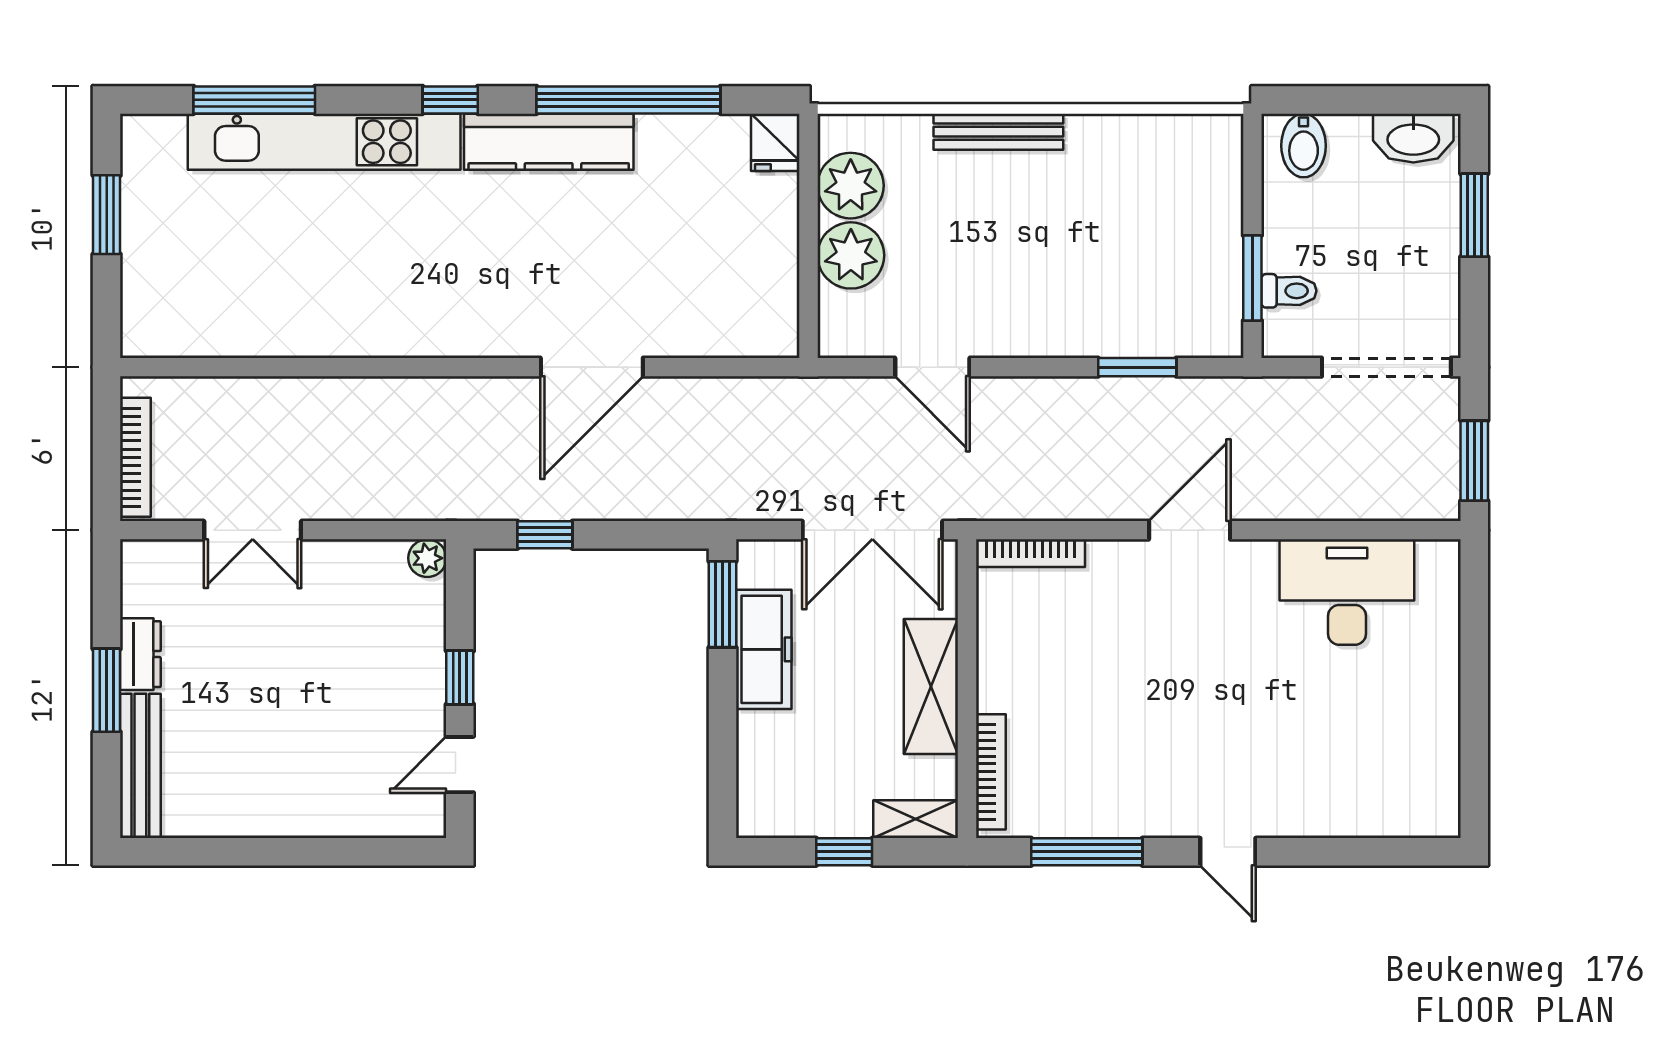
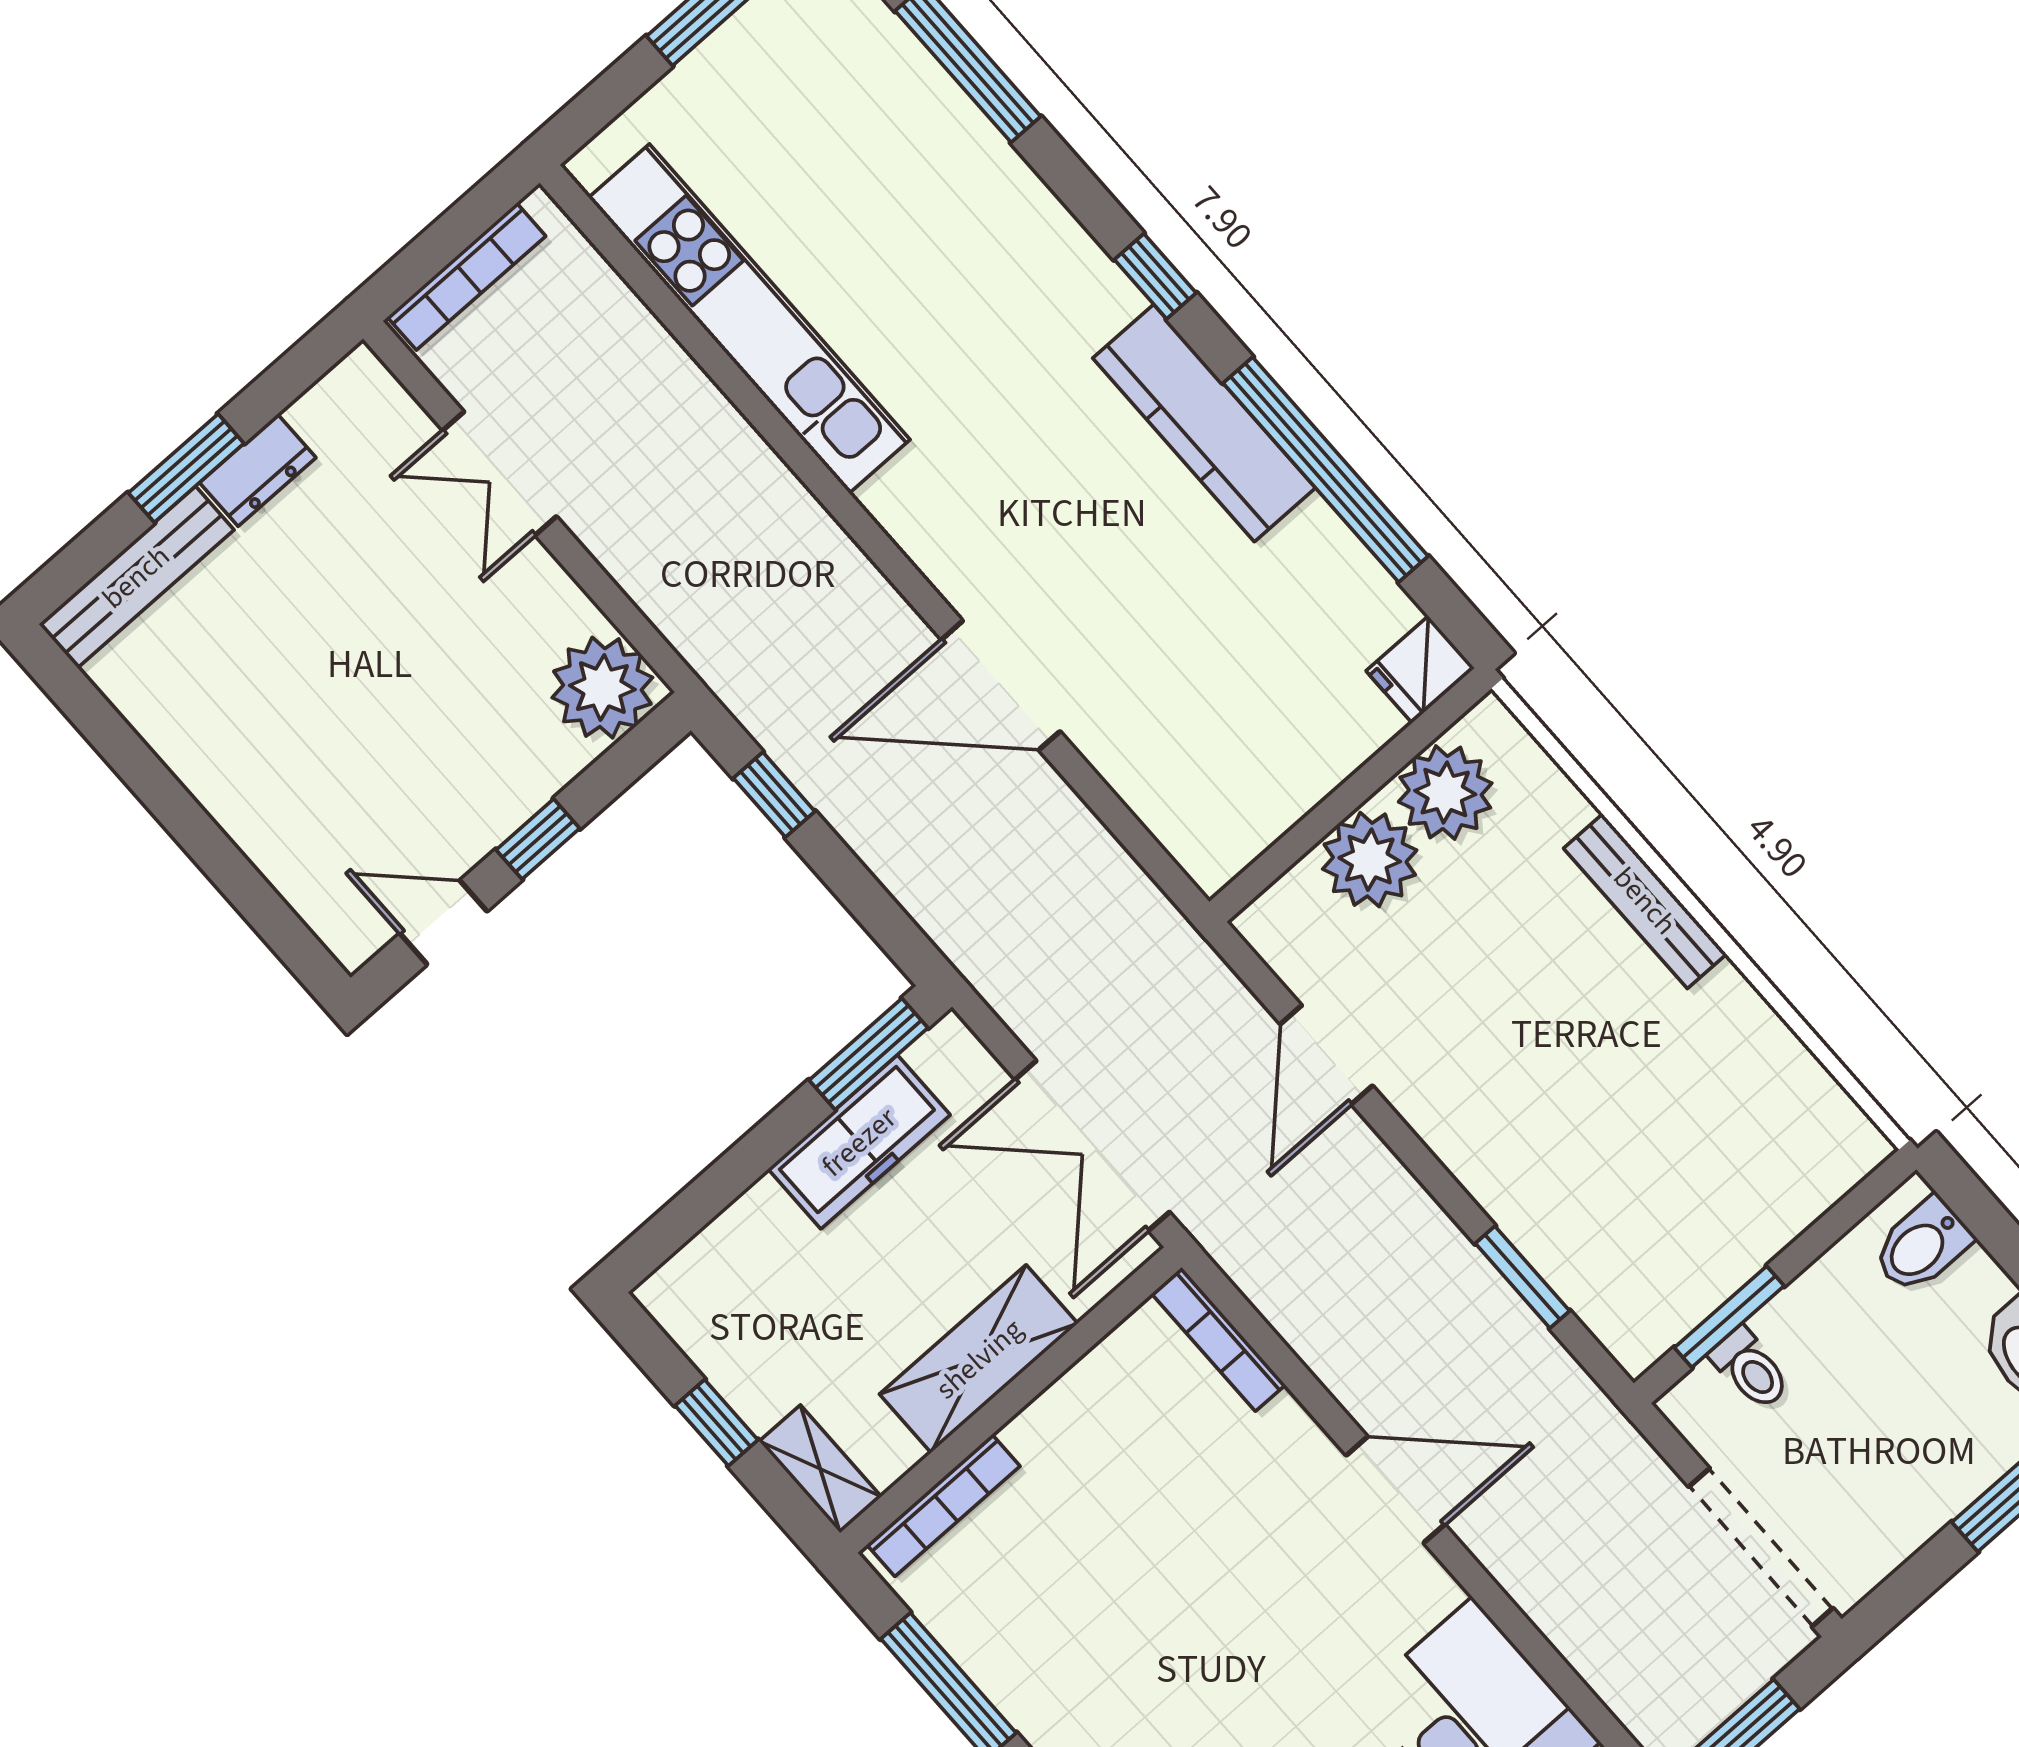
kitchen unit: (324, 142) -> (749, 319), moved, turned 180
plant: (427, 558) -> (602, 688), width x1.88, depth x1.88

